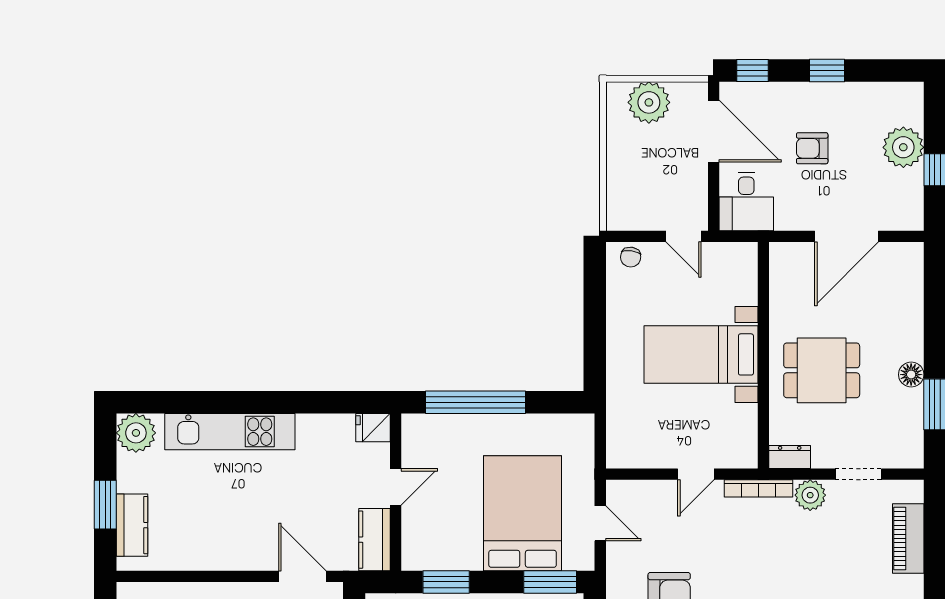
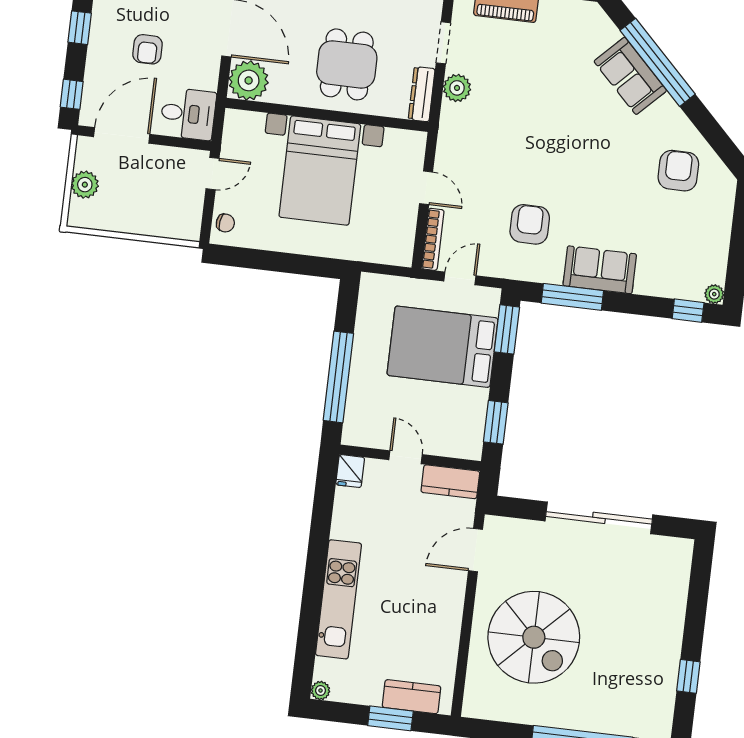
plant: (649, 102) -> (85, 185), width x0.73, depth x0.73
plant: (791, 264) -> (249, 80), added
bed with nightstands: (701, 354) -> (320, 171), width x1.36
plant: (136, 433) -> (321, 691), width x0.53, depth x0.53
dresser: (790, 457) -> (422, 94), width x1.44
bookcase: (759, 488) -> (433, 239), moved

